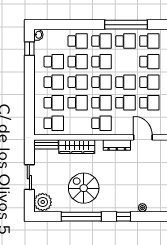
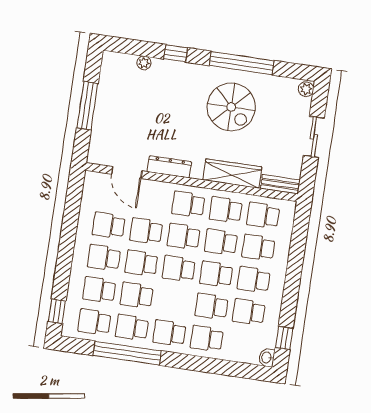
school desk: (102, 62) -> (137, 295), moved
school desk: (78, 123) -> (226, 210), added
plant: (43, 202) -> (306, 89), width x0.53, depth x0.53

